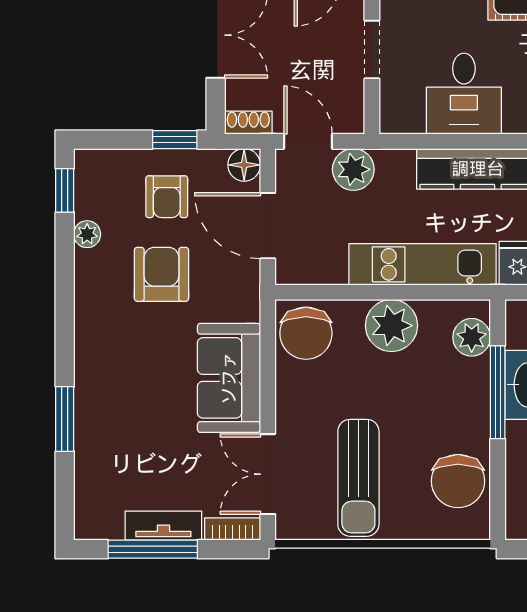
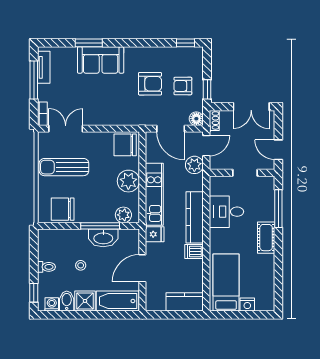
door: (268, 226) -> (171, 129), swing flipped
plant: (87, 234) -> (167, 52), removed
sofa: (229, 378) -> (101, 60), moved, turned 180
tv unit: (163, 526) -> (44, 67), moved

